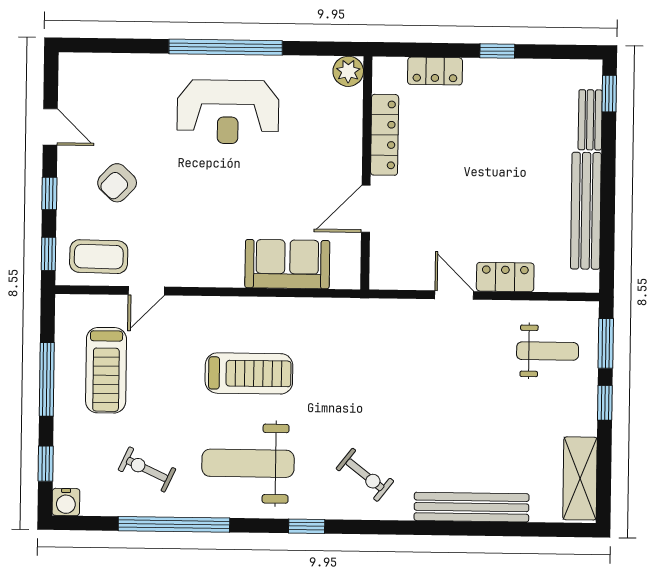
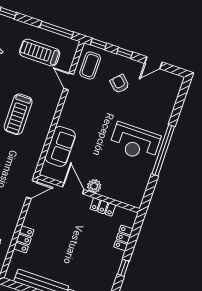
plant: (348, 71) -> (94, 186), moved
reception desk: (228, 112) -> (135, 142), turned -90
locker: (385, 135) -> (103, 207), width x0.66
door: (454, 295) -> (32, 190), moved
window: (47, 379) -> (57, 30), moved

